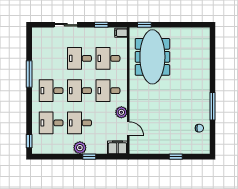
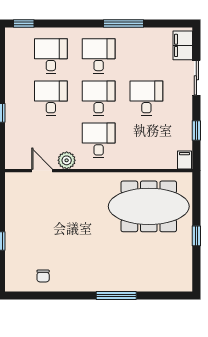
window: (144, 25) -> (196, 236), moved
desk: (108, 58) -> (146, 140), removed
window: (213, 106) -> (116, 296), moved
door: (128, 129) -> (42, 171), swing flipped
filing cabinet: (117, 147) -> (183, 45), moved, turned 180
plant: (80, 148) -> (14, 99), removed

